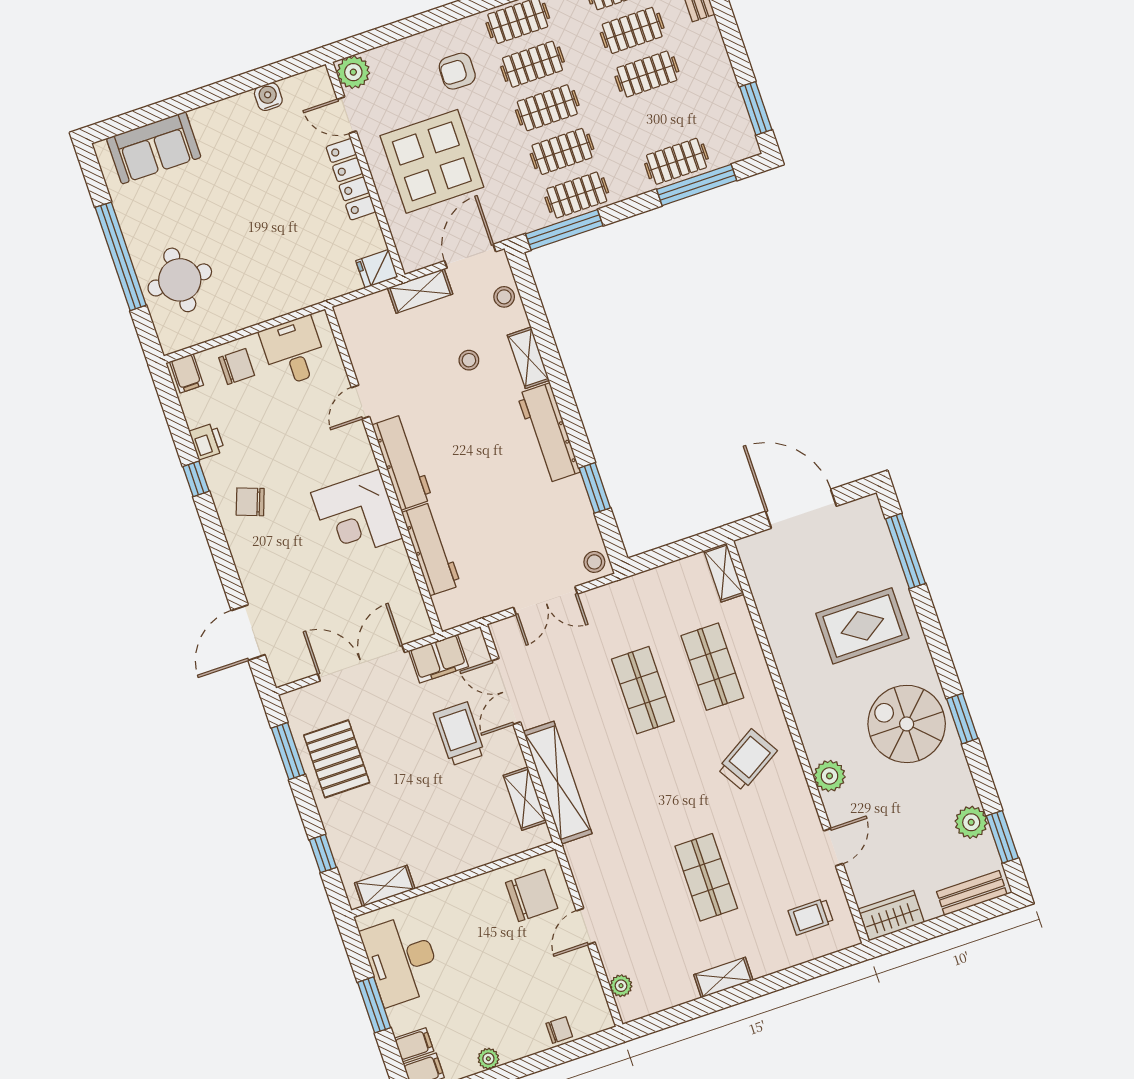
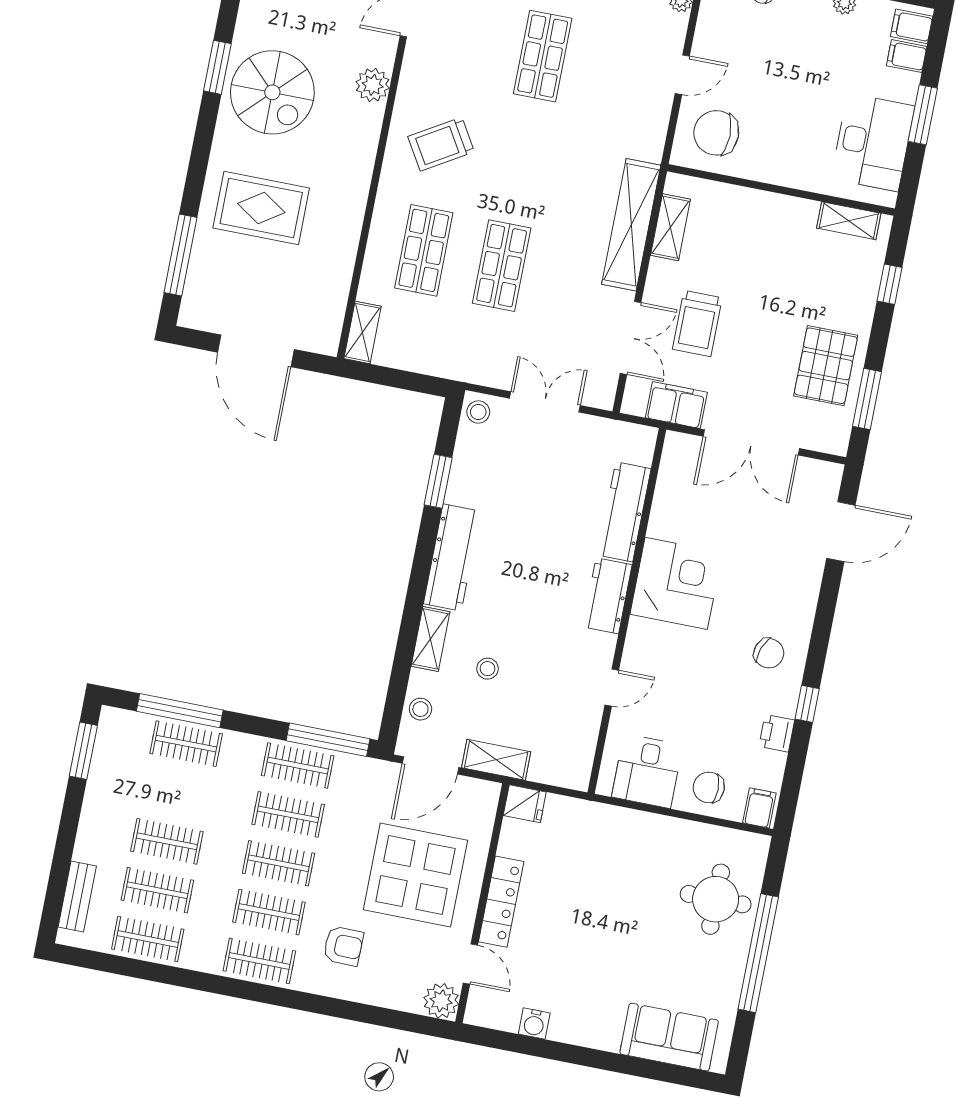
workbench: (402, 462) -> (607, 596), width x0.73

